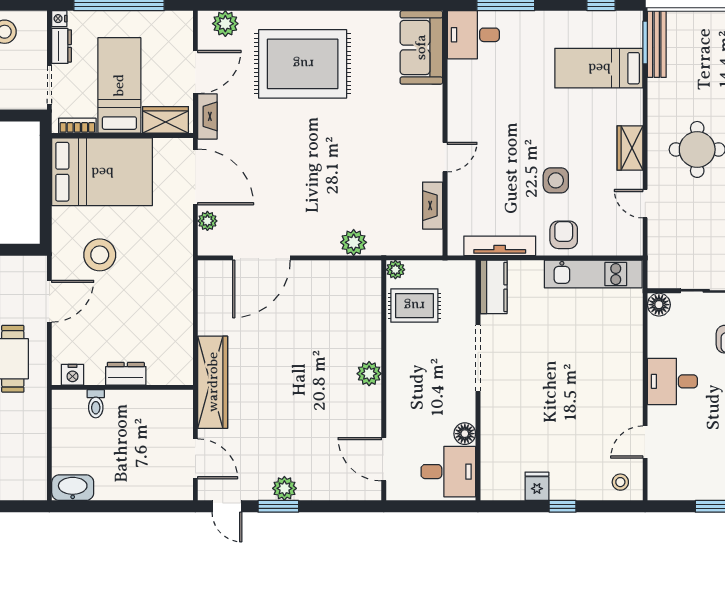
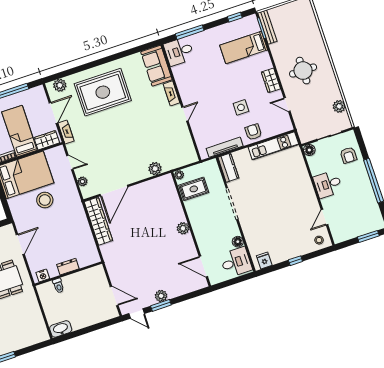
door: (195, 177) -> (70, 163), width x0.53
fireplace: (433, 206) -> (171, 93), moved
stool: (100, 255) -> (45, 200), moved
wardrobe: (213, 382) -> (98, 221), moved
fridge: (537, 486) -> (264, 261), moved

